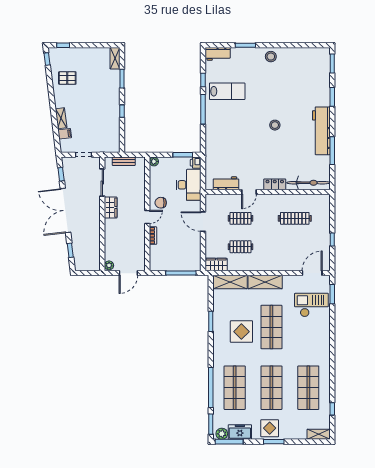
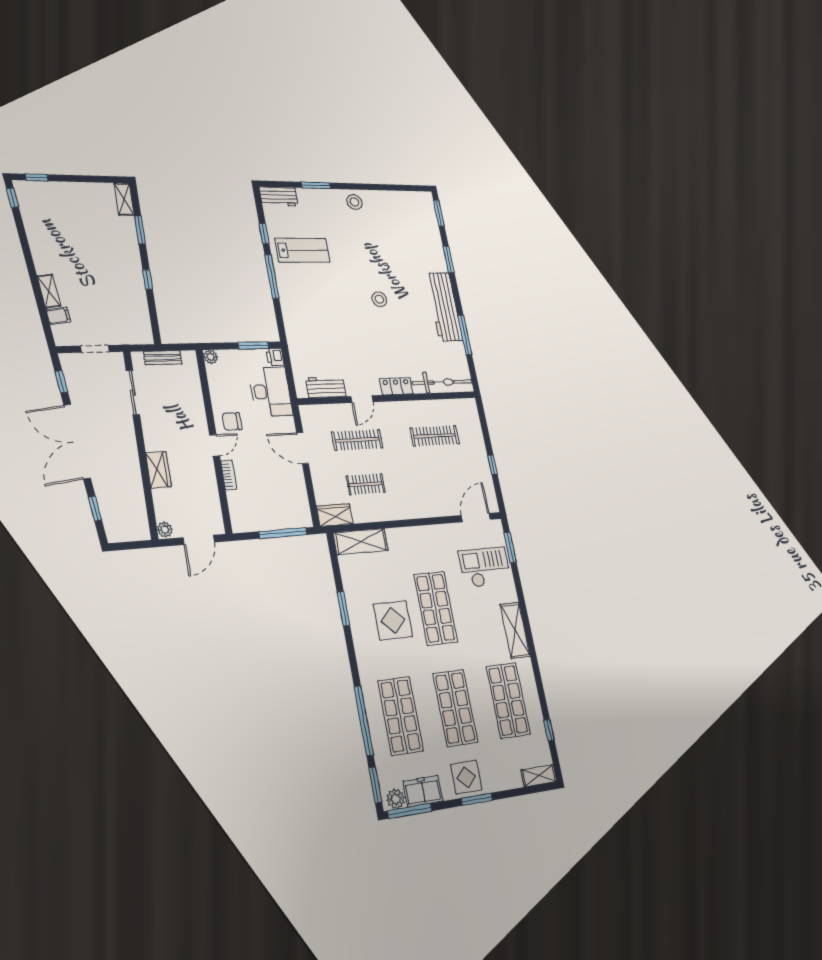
pallet: (67, 78) -> (51, 228), removed
wardrobe: (111, 208) -> (158, 470), moved
clothes rail: (240, 218) -> (357, 440), width x1.36
shelving: (265, 282) -> (515, 630), moved, turned 90

